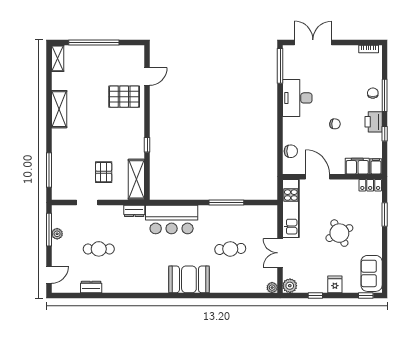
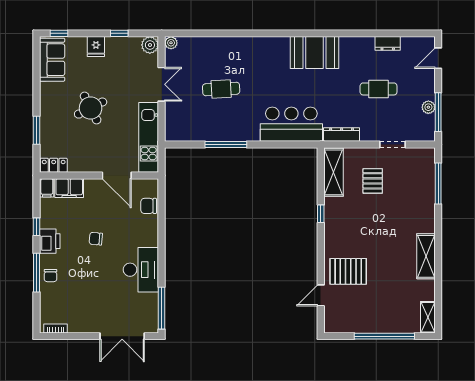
dresser: (134, 211) -> (342, 135), width x1.44
booth: (189, 279) -> (315, 53), moved

